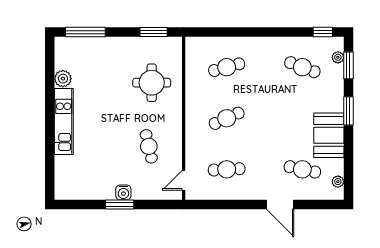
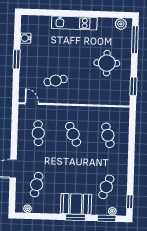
plant: (63, 79) -> (121, 24), moved
round table: (152, 83) -> (107, 63), moved
booth: (329, 135) -> (76, 204), moved
water cooler: (123, 192) -> (26, 38), moved

